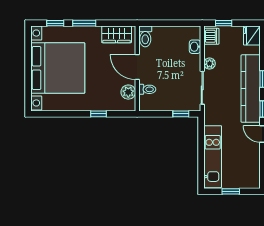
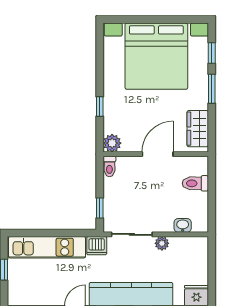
window: (224, 23) -> (212, 261), removed
toilet: (145, 36) -> (195, 183), moved
dishwasher: (211, 36) -> (97, 246), moved
toilet: (147, 89) -> (109, 166), moved
plant: (128, 92) -> (112, 143), moved

